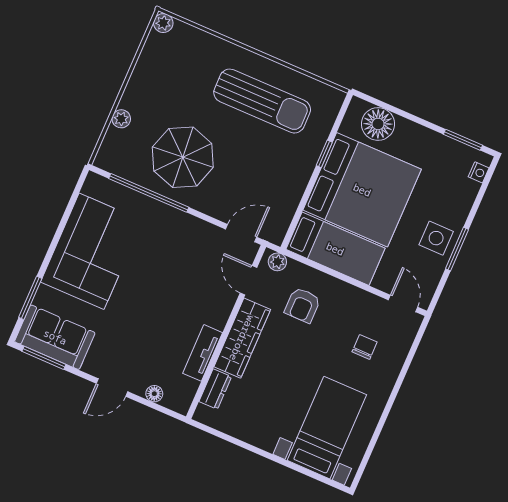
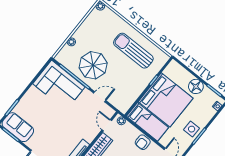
sun lounger: (262, 101) -> (133, 51), turned 180
floor lamp: (378, 124) -> (196, 86), moved
door: (241, 233) -> (100, 97), moved
corner sofa: (91, 251) -> (59, 85), moved, turned 90
armchair: (302, 305) -> (143, 142), moved

